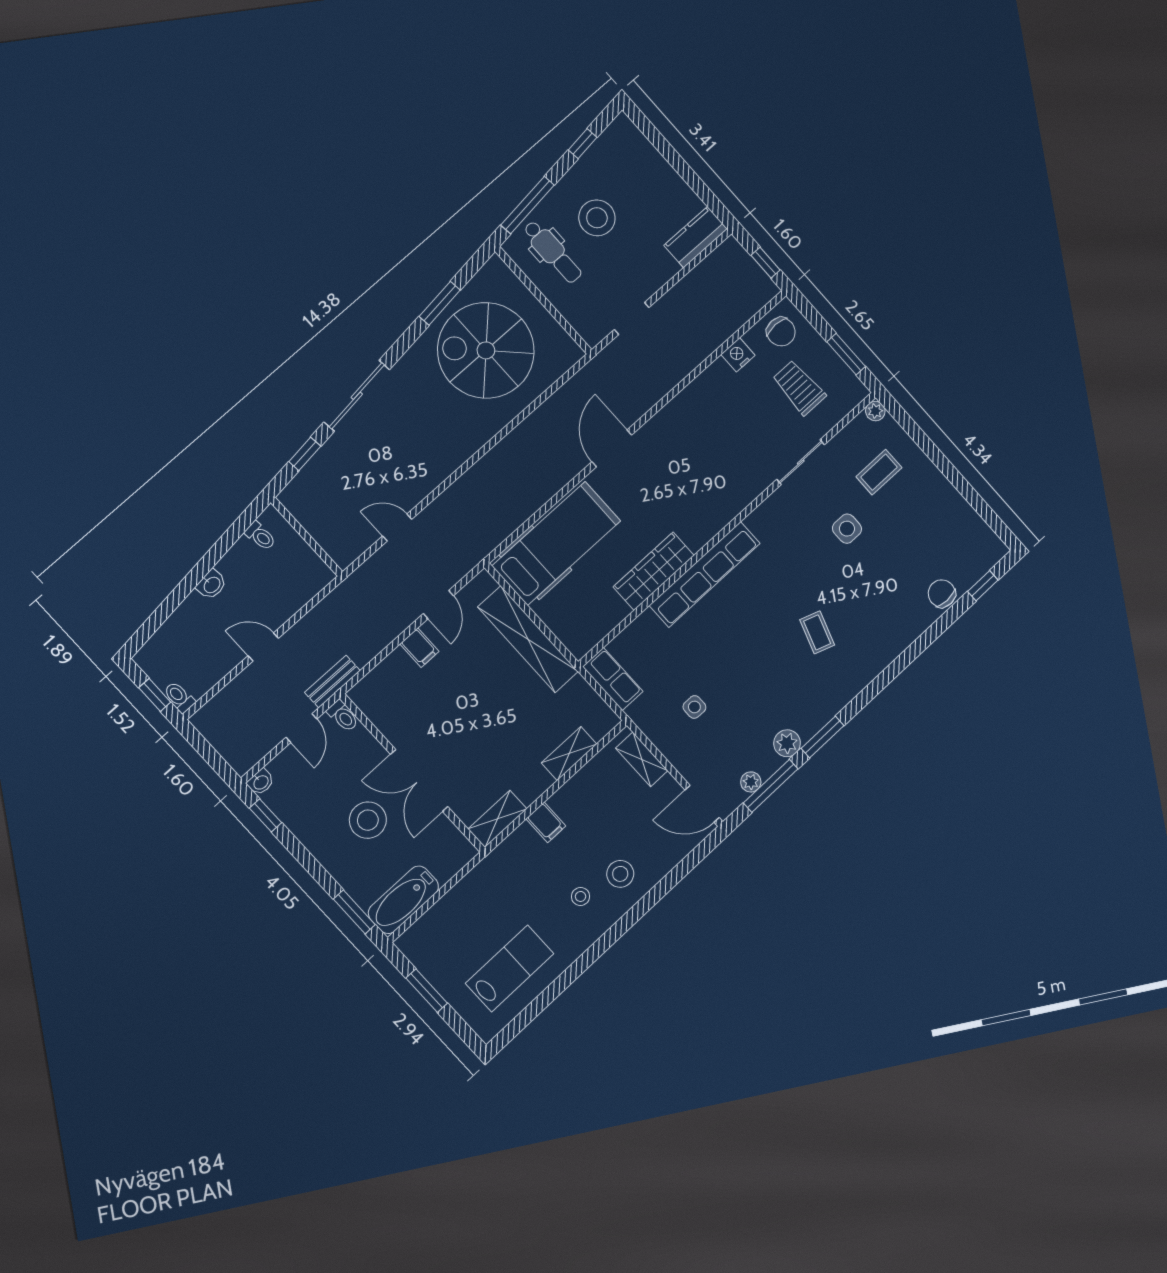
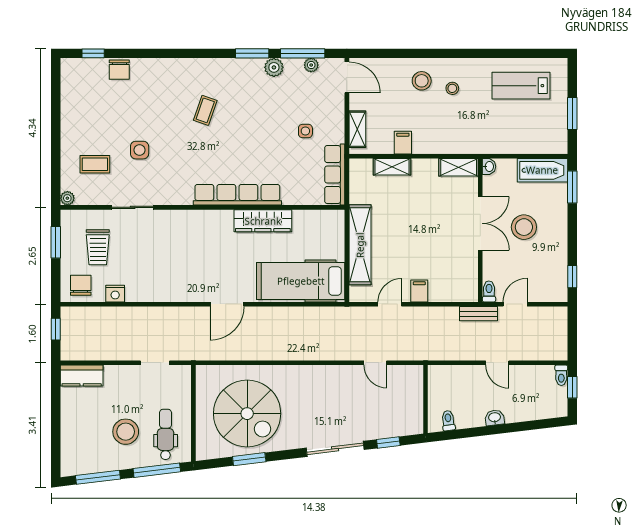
window: (583, 144) -> (98, 477), width x2.17
row of seats: (613, 679) -> (335, 175), width x1.48
washbasin: (261, 782) -> (489, 166), moved, turned 90
filing cabinet: (546, 822) -> (403, 143), moved

